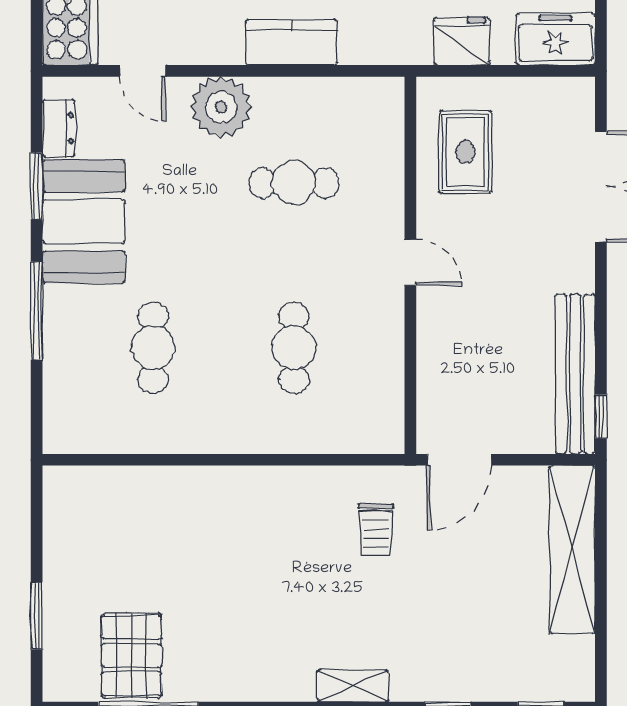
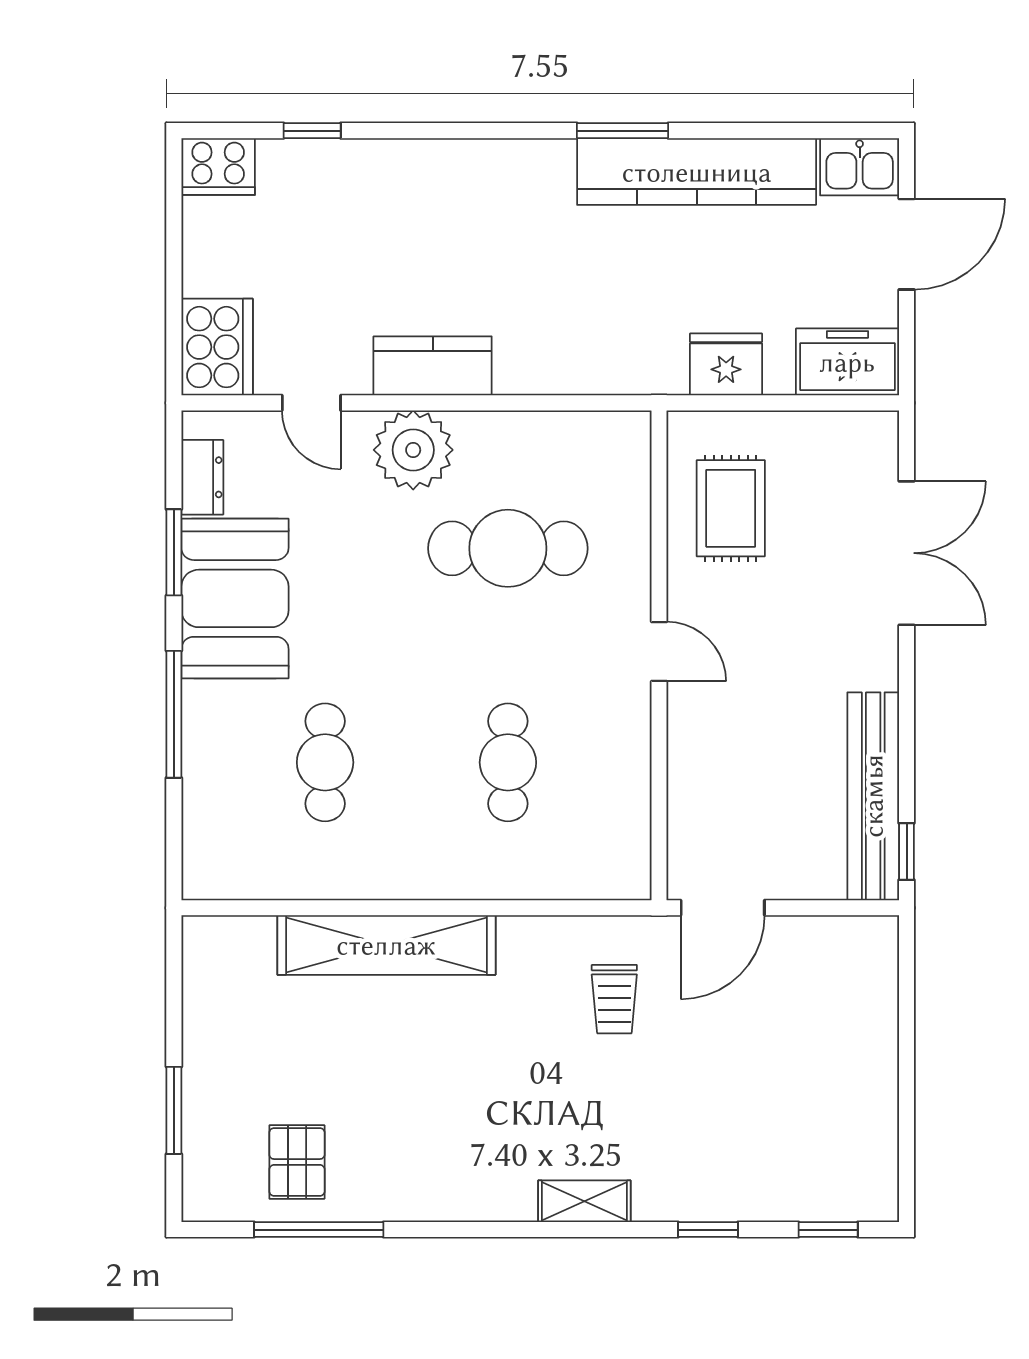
kitchen counter: (291, 42) -> (433, 366), moved
cafe table: (294, 183) -> (508, 548), width x1.37, depth x1.35
shelving: (572, 550) -> (386, 945), moved, turned 90
pallet: (131, 656) -> (297, 1162), width x0.67, depth x0.71

